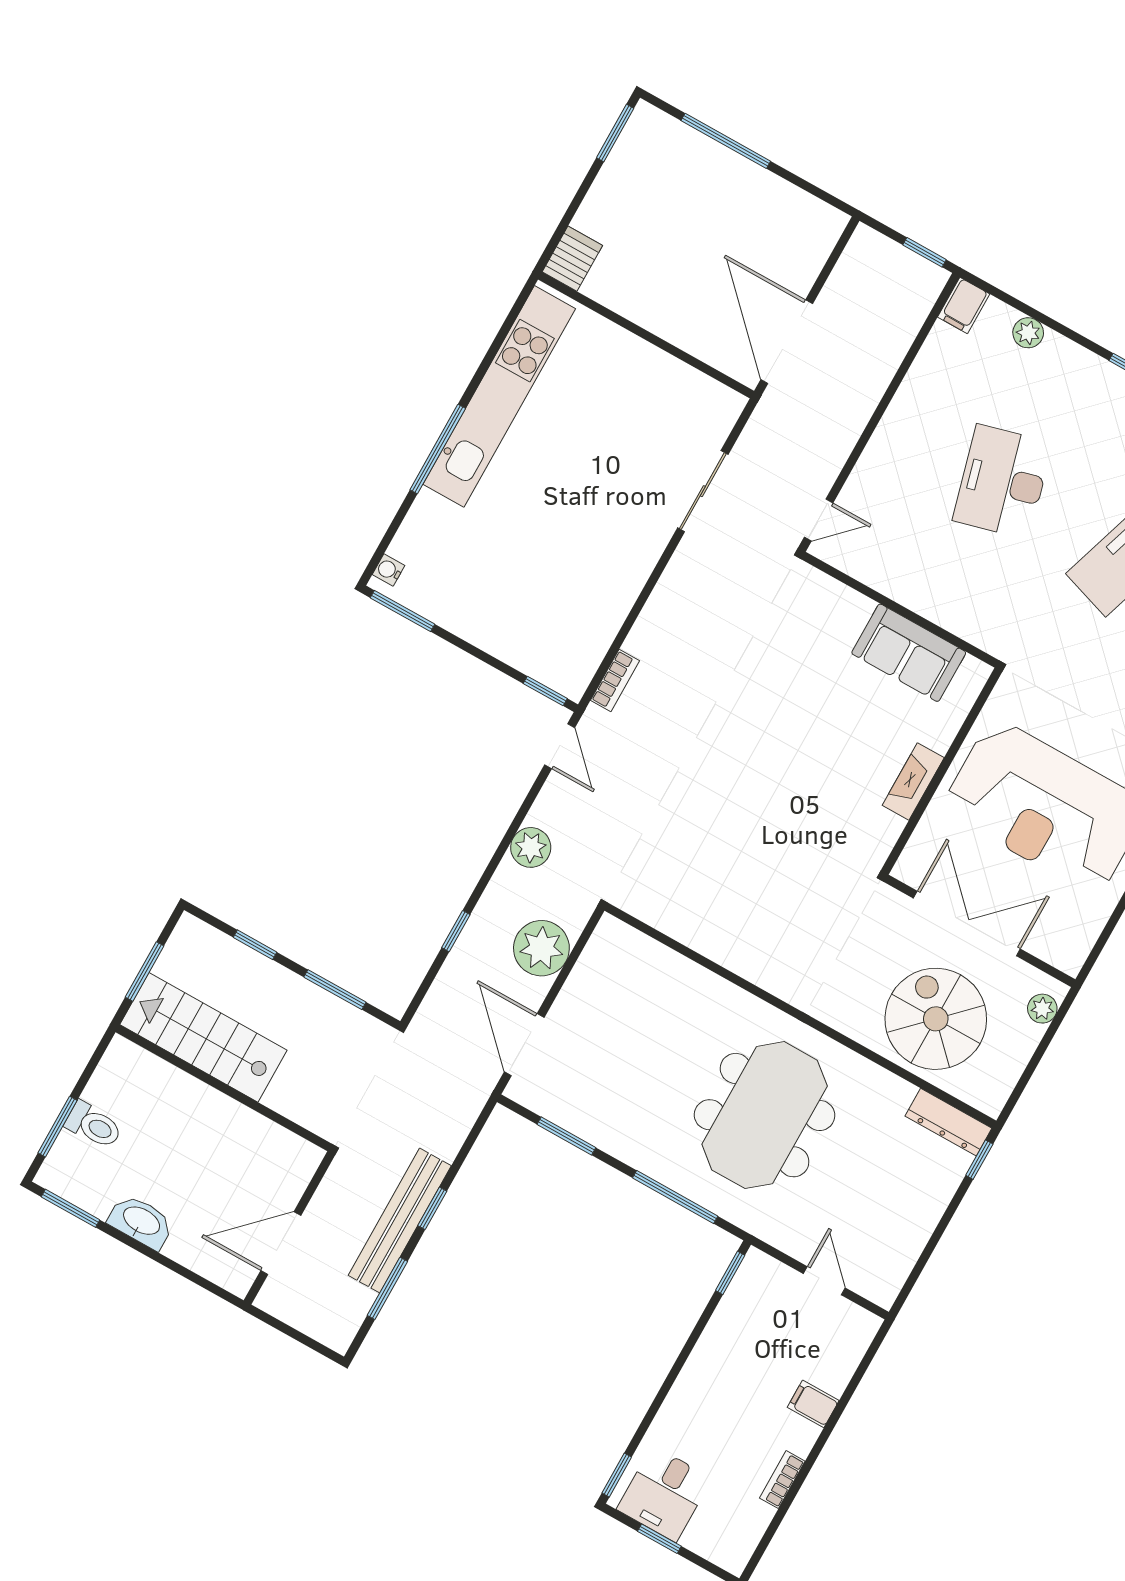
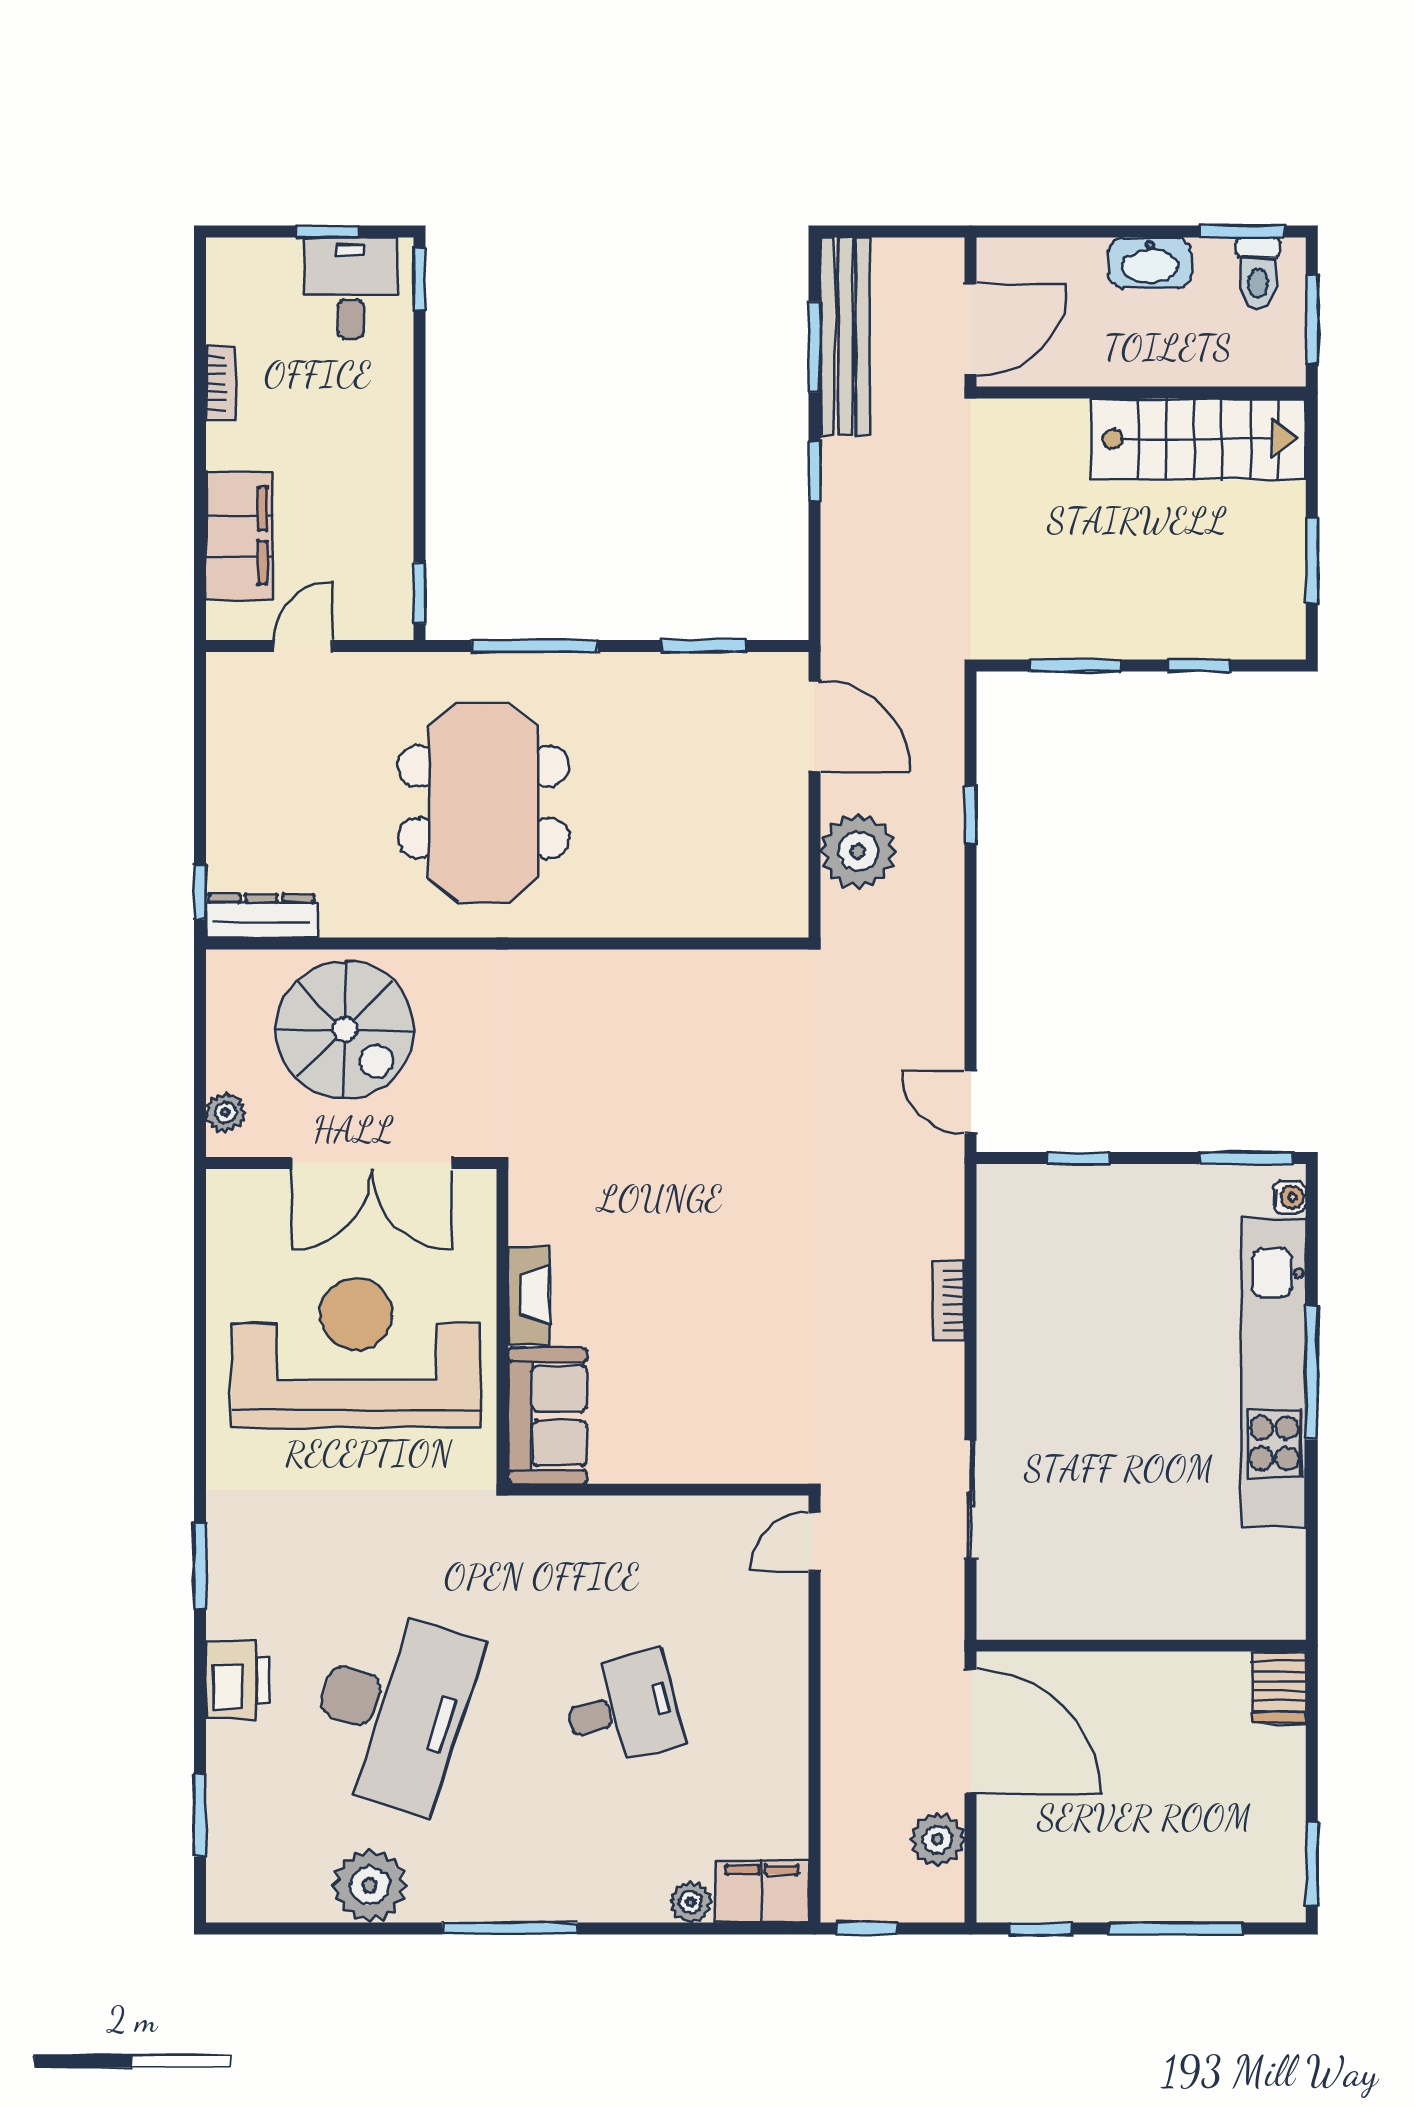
window: (813, 189) -> (1041, 1928), added
filing cabinet: (964, 305) -> (762, 1892), width x2.00
kitchen unit: (499, 396) -> (1274, 1372), moved
desk: (1003, 482) -> (622, 1709), width x0.73
sofa: (909, 653) -> (547, 1416), moved, turned 90
bookcase: (615, 681) -> (949, 1301), moved
window: (545, 691) -> (1078, 1158), moved
plant: (531, 847) -> (938, 1839), moved
stairs: (203, 1037) -> (1198, 439), moved
wall: (224, 1088) -> (1141, 392), moved
toilet: (94, 1125) -> (1258, 273), moved, turned -90
bench: (400, 1221) -> (845, 336), moved
door: (824, 1281) -> (303, 646), swing flipped
filing cabinet: (813, 1404) -> (239, 536), width x3.00, depth x1.17

